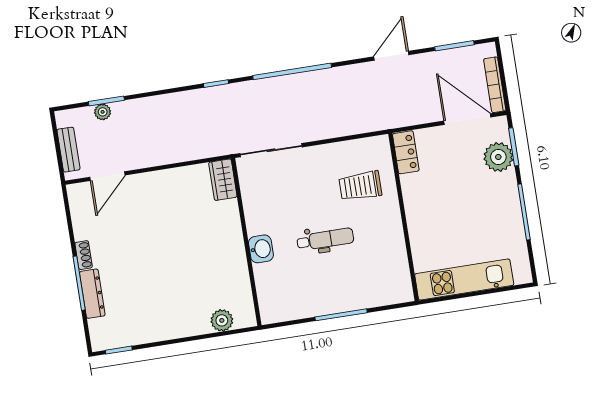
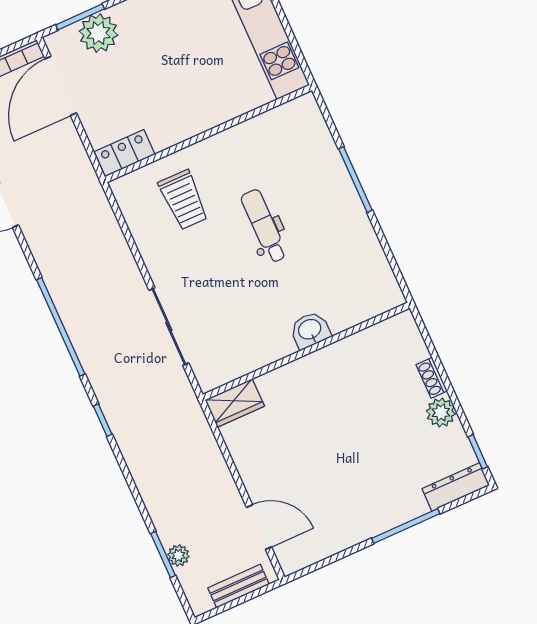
wardrobe: (223, 180) -> (235, 403), moved
wall: (246, 242) -> (306, 351), moved
washbasin: (261, 249) -> (310, 330), moved
shoe rack: (84, 255) -> (432, 378), moved, turned -90
dresser: (92, 294) -> (456, 487), moved
plant: (222, 320) -> (441, 412), moved

